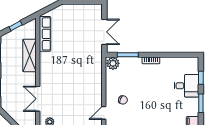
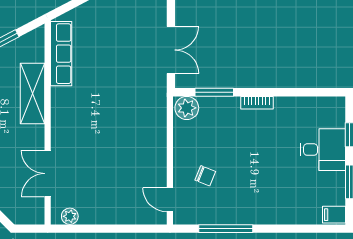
door: (104, 113) -> (170, 200), hinge flipped

